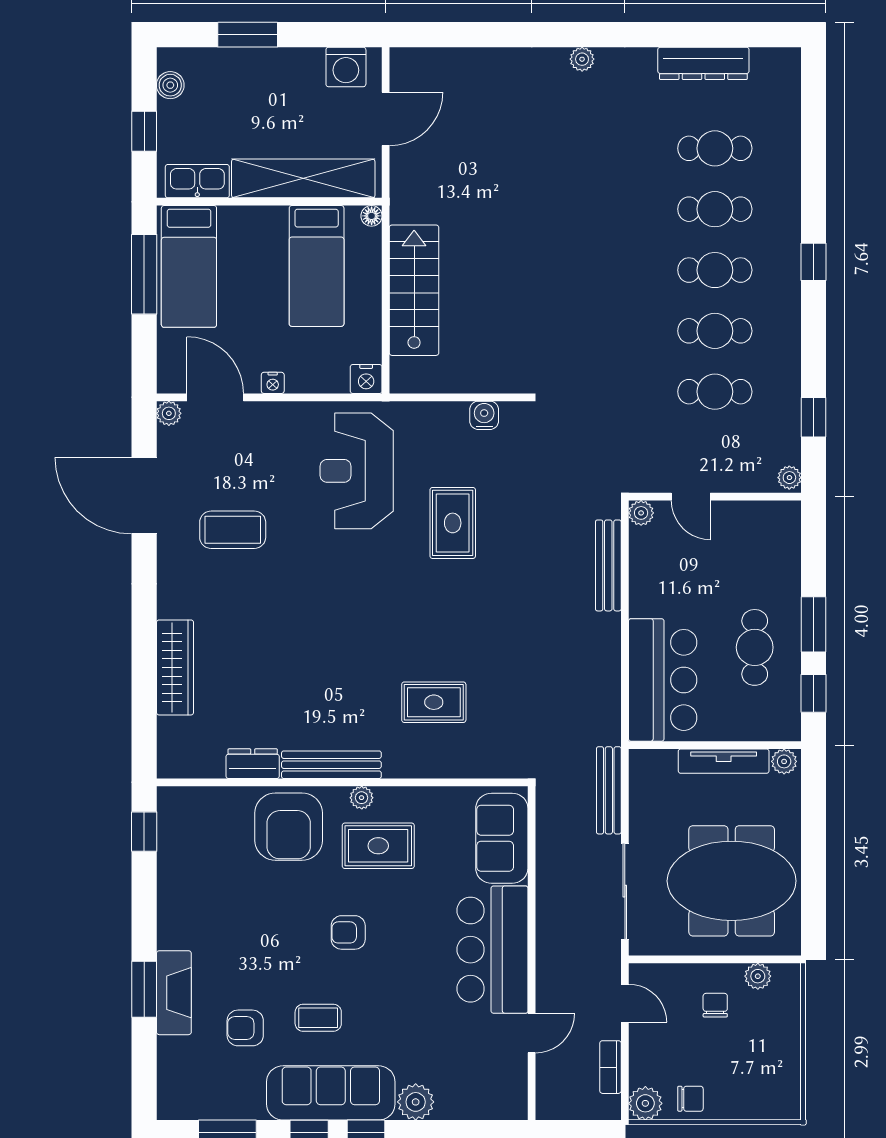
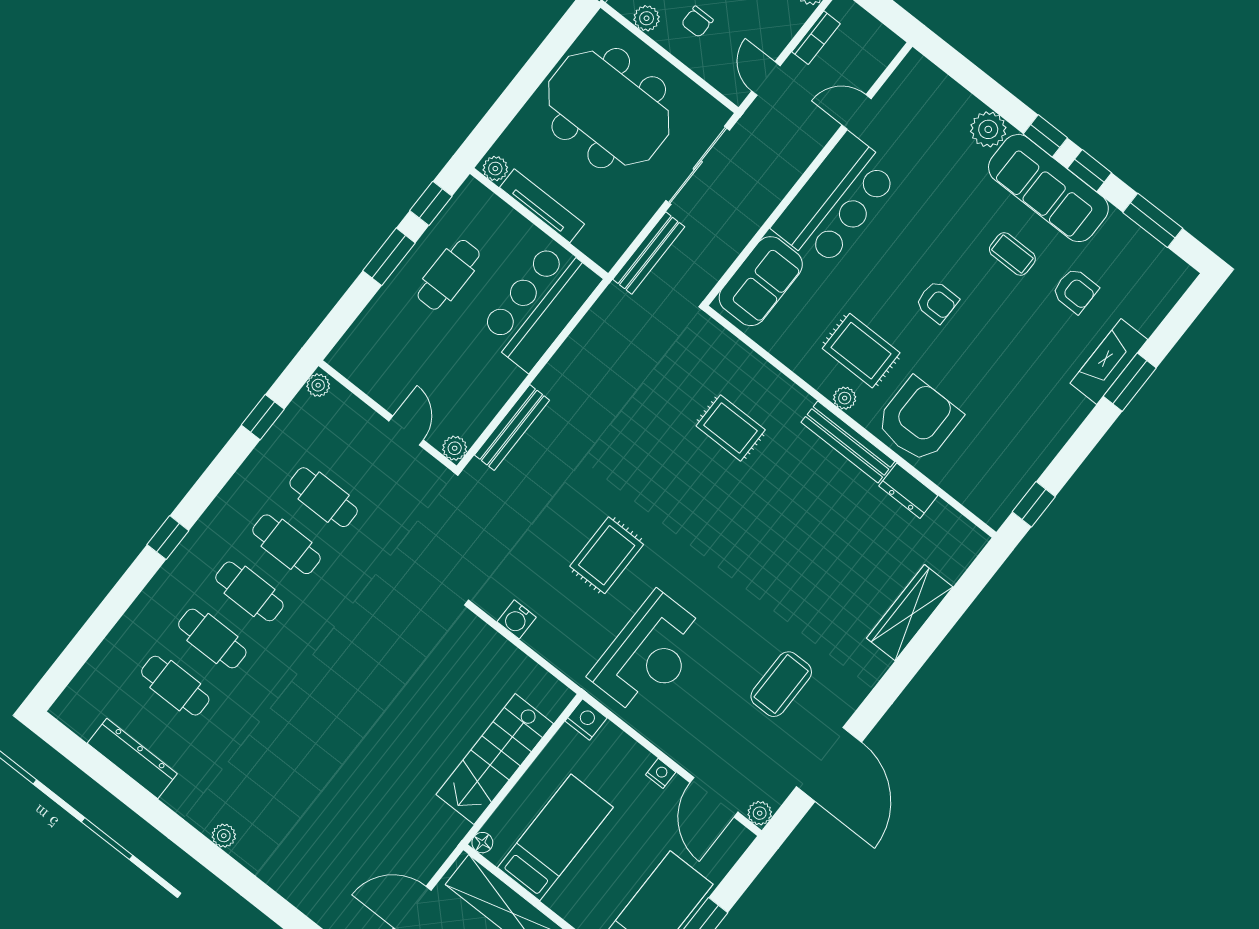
coffee table: (233, 530) -> (781, 684), turned 90

